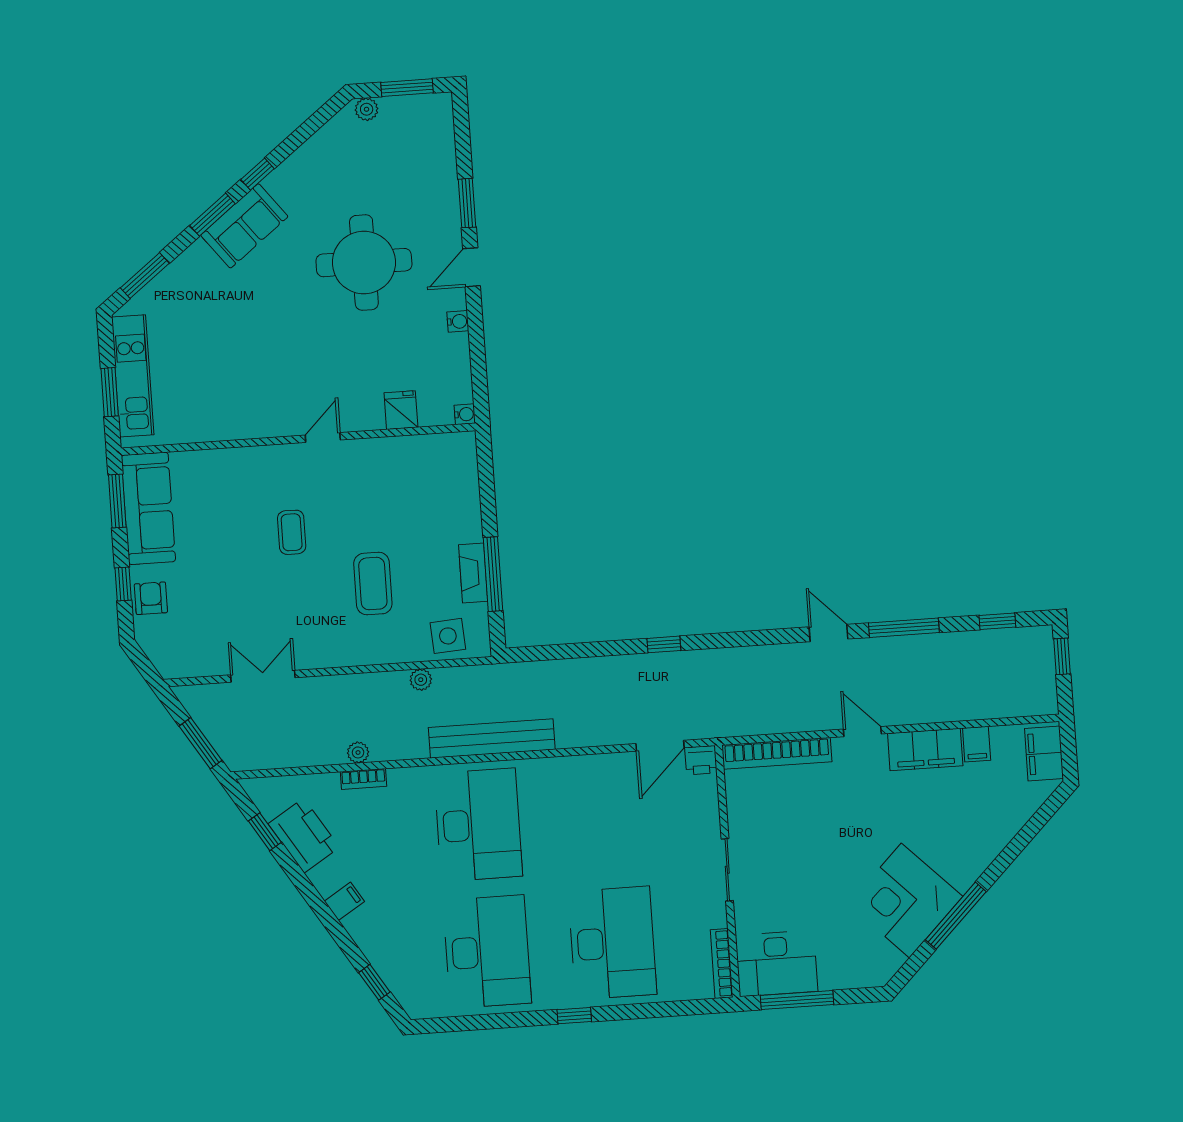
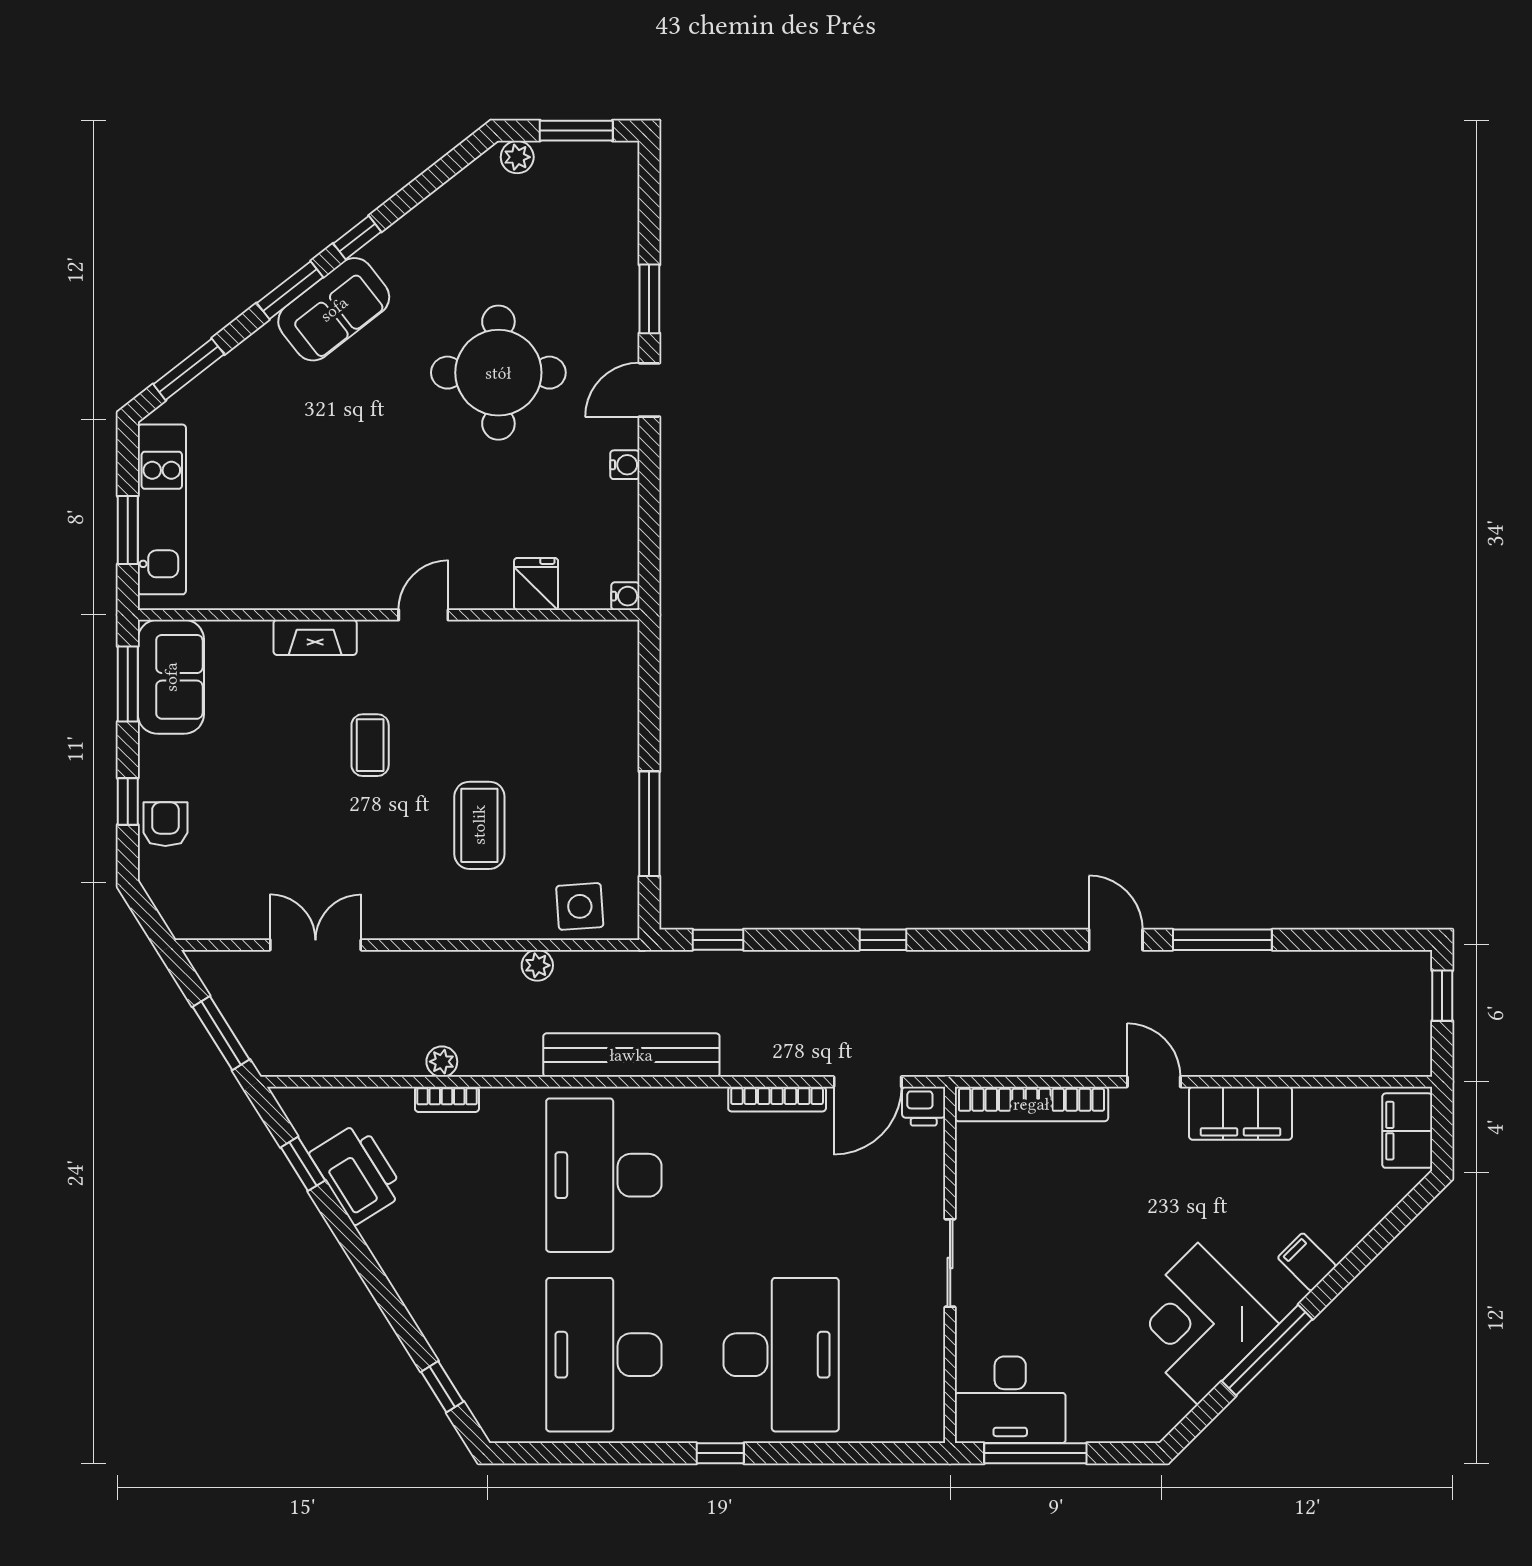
sofa: (148, 508) -> (171, 677), width x0.73
fireplace: (473, 573) -> (315, 637), moved, turned -90
window: (997, 621) -> (718, 940), moved
filing cabinet: (977, 744) -> (1307, 1262), moved, turned 135
desk: (478, 825) -> (604, 1175), turned 180
filing cabinet: (344, 901) -> (408, 1270), removed
desk: (487, 952) -> (604, 1355), turned 180
bookcase: (722, 964) -> (777, 1099), moved, turned -90

